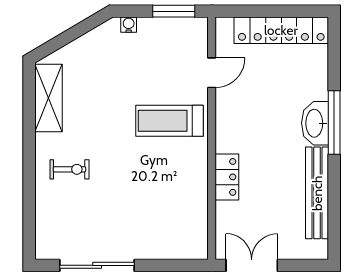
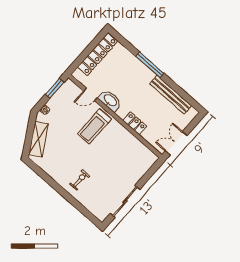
door: (212, 73) -> (90, 94), swing flipped
shelving: (48, 98) -> (38, 139), moved, turned 59
washbasin: (315, 123) -> (110, 101), moved, turned 180

